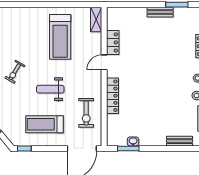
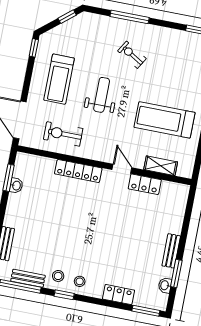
washbasin: (188, 12) -> (165, 285), added
shelving: (96, 20) -> (161, 166), moved
treadmill: (45, 124) -> (59, 79), turned 180

